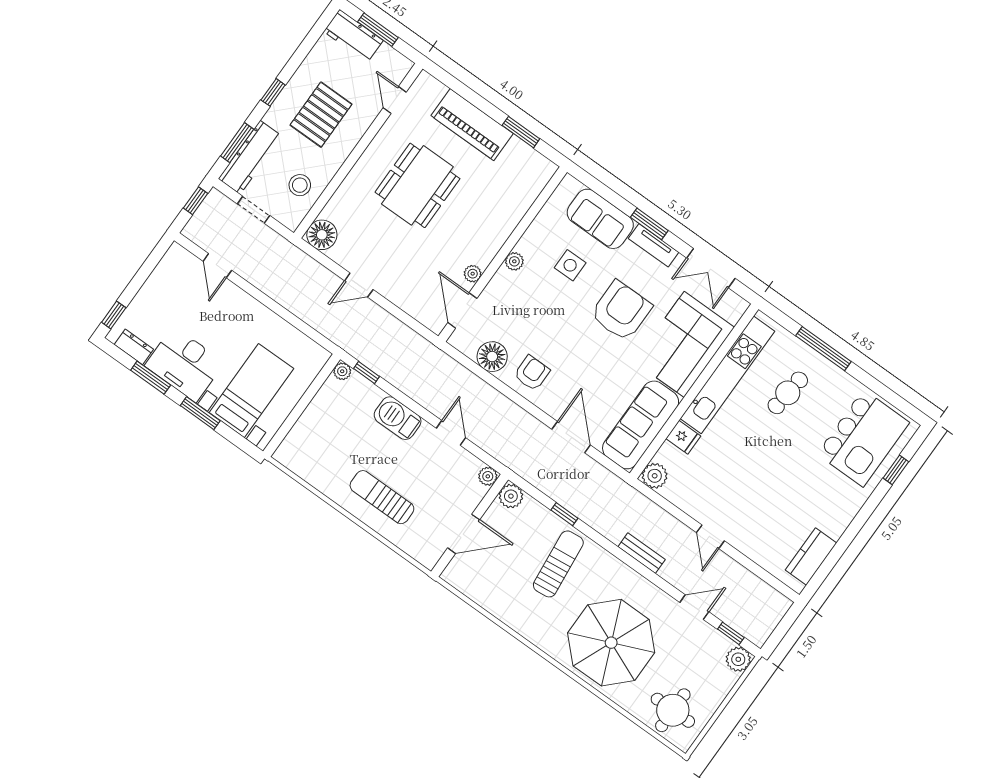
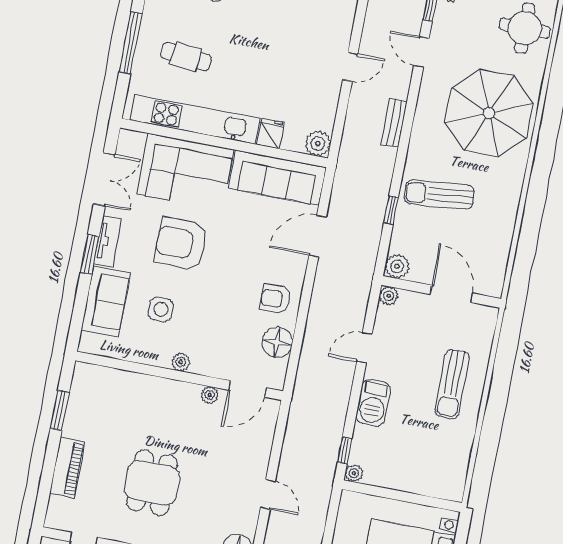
piano: (472, 125) -> (67, 468), width x0.73, depth x0.75
dining table: (417, 185) -> (152, 483), width x0.73

